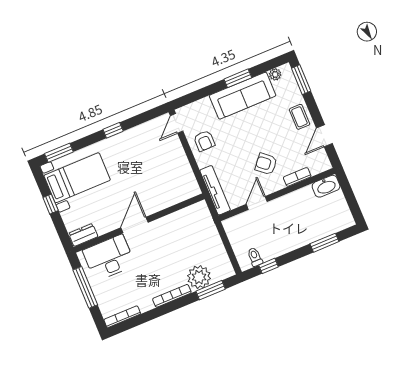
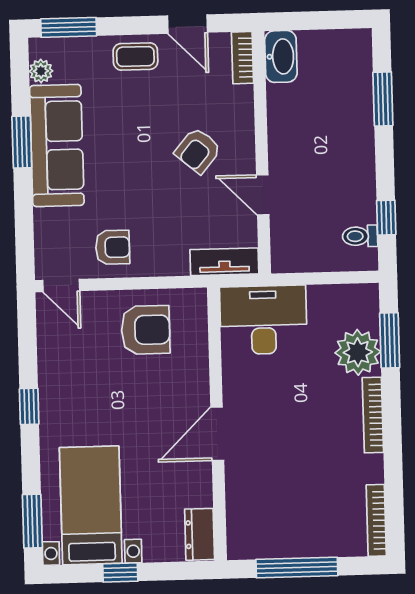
armchair: (171, 172) -> (146, 330), added
bookcase: (297, 177) -> (242, 58), moved
tv unit: (215, 190) -> (224, 262), width x0.71
door: (134, 225) -> (217, 434), hinge flipped
desk: (109, 258) -> (263, 320), moved, turned 90

